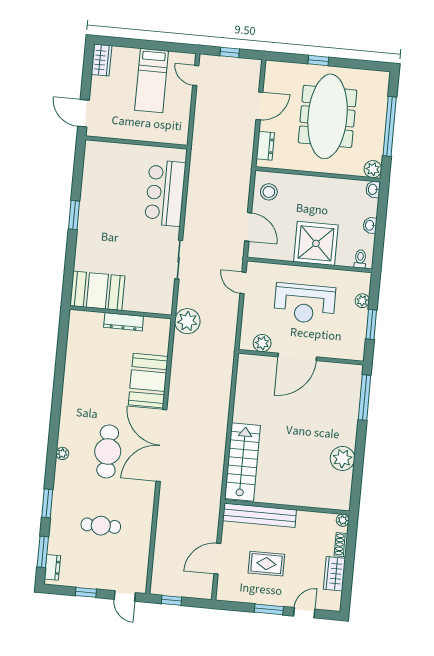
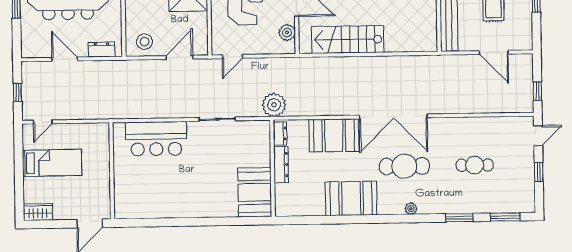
window: (74, 215) -> (186, 222), removed
booth: (80, 392) -> (351, 198), added
stairs: (242, 462) -> (348, 40), moved
cafe table: (101, 526) -> (475, 165), turned 90
dresser: (52, 567) -> (280, 134), moved, turned 90

